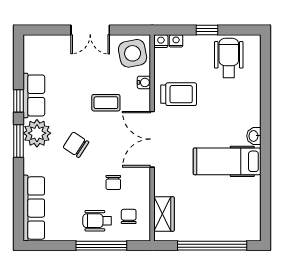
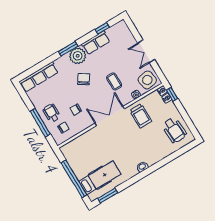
window: (207, 30) -> (172, 94), moved
wheelchair: (229, 58) -> (174, 130), turned 87
window: (19, 101) -> (102, 28), moved
hospital bed: (227, 161) -> (100, 178), moved, turned 90
window: (265, 211) -> (108, 195), added
wardrobe: (164, 214) -> (75, 145), removed

